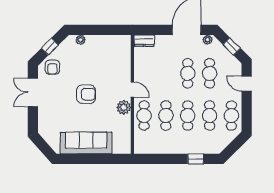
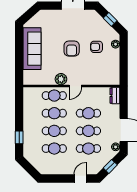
armchair: (52, 67) -> (97, 47), moved
cafe table: (231, 116) -> (88, 113), moved

